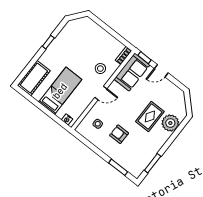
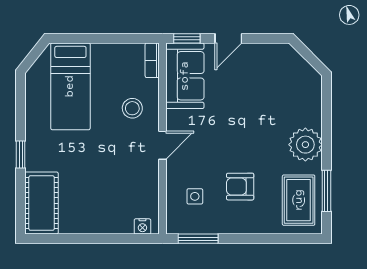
window: (48, 42) -> (21, 154), moved
bed: (60, 91) -> (70, 86), moved, turned 180
rug: (150, 116) -> (299, 200), moved
plant: (170, 123) -> (305, 145), moved
window: (118, 167) -> (198, 239), moved

